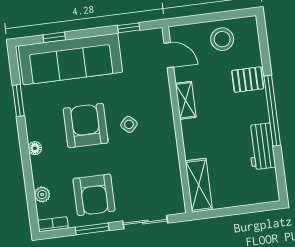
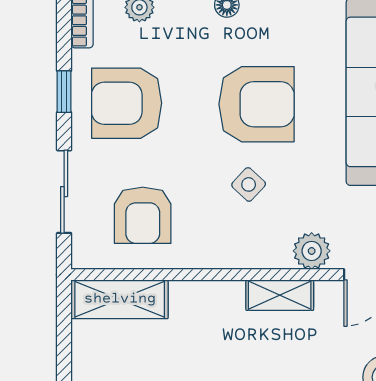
plant: (160, 86) -> (312, 251), added
armchair: (153, 179) -> (143, 215), added
window: (92, 229) -> (64, 92), width x0.67

